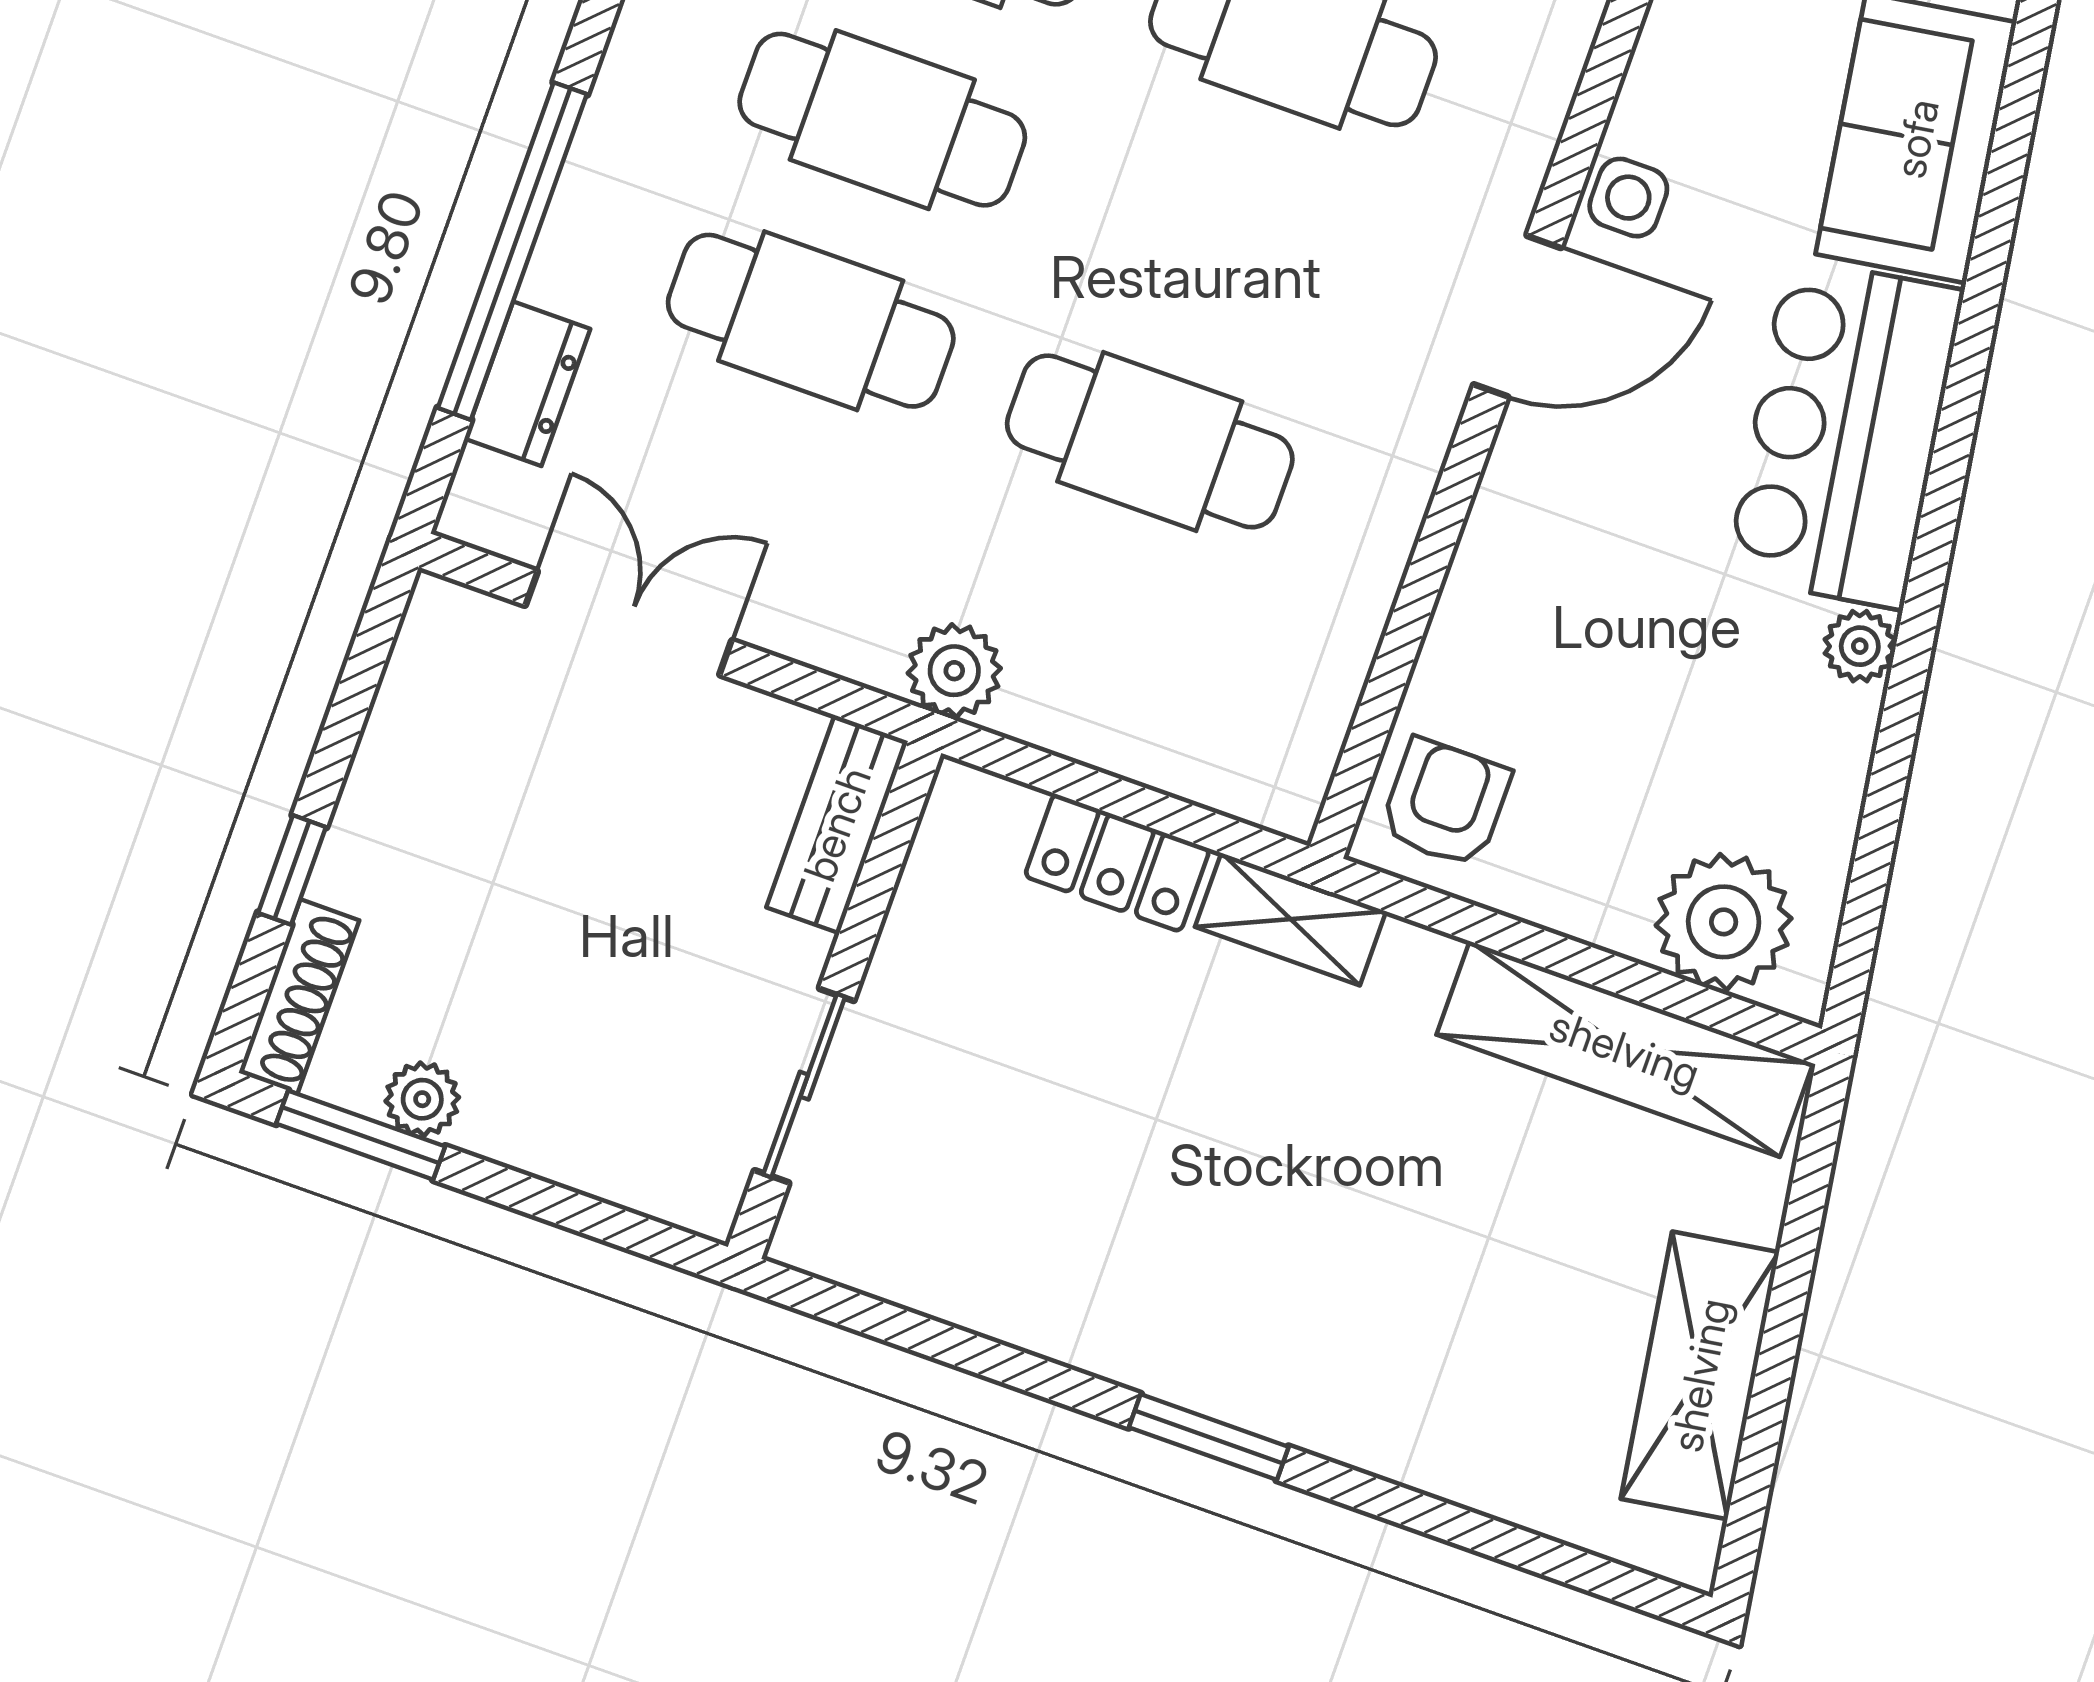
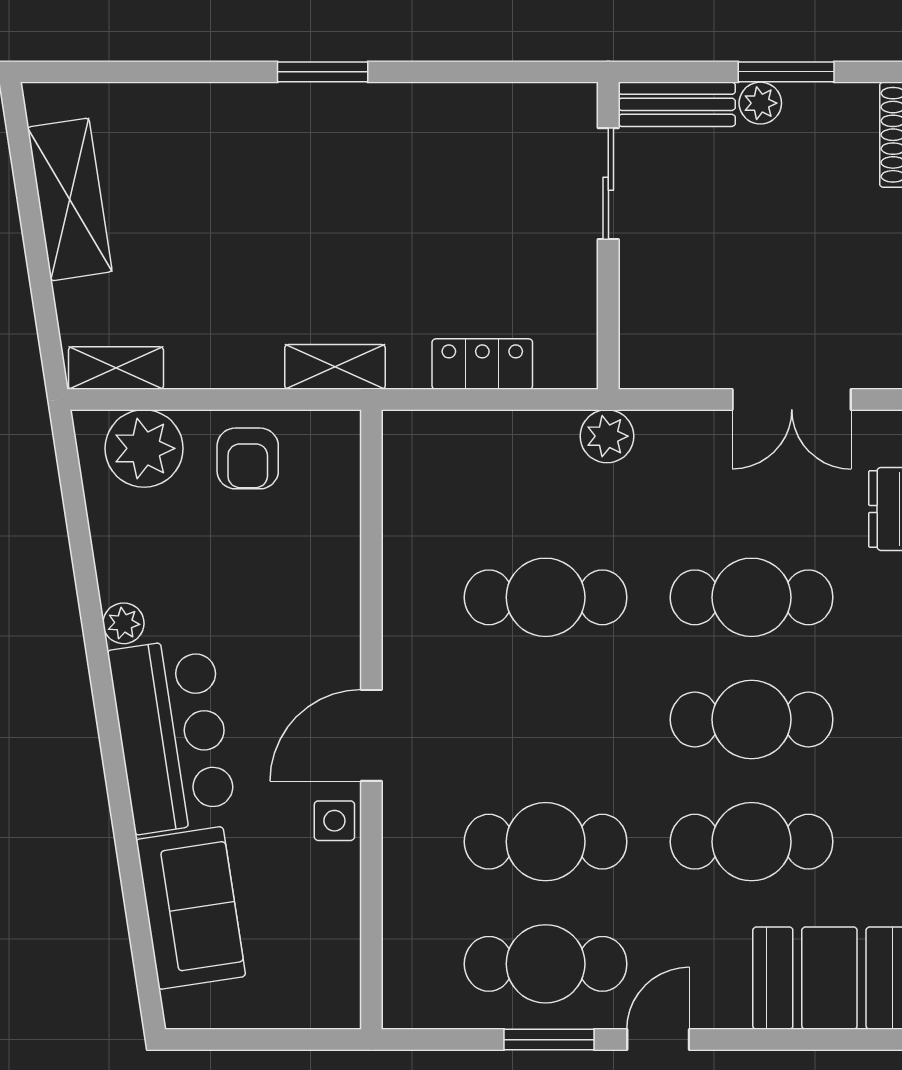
armchair: (1445, 803) -> (248, 458), moved
bench: (837, 824) -> (677, 104), moved, turned 90
shelving: (1291, 919) -> (335, 367), moved
shelving: (1625, 1049) -> (116, 368), width x0.45, depth x0.75
plant: (422, 1099) -> (760, 103), moved
window: (361, 1135) -> (786, 72), moved

